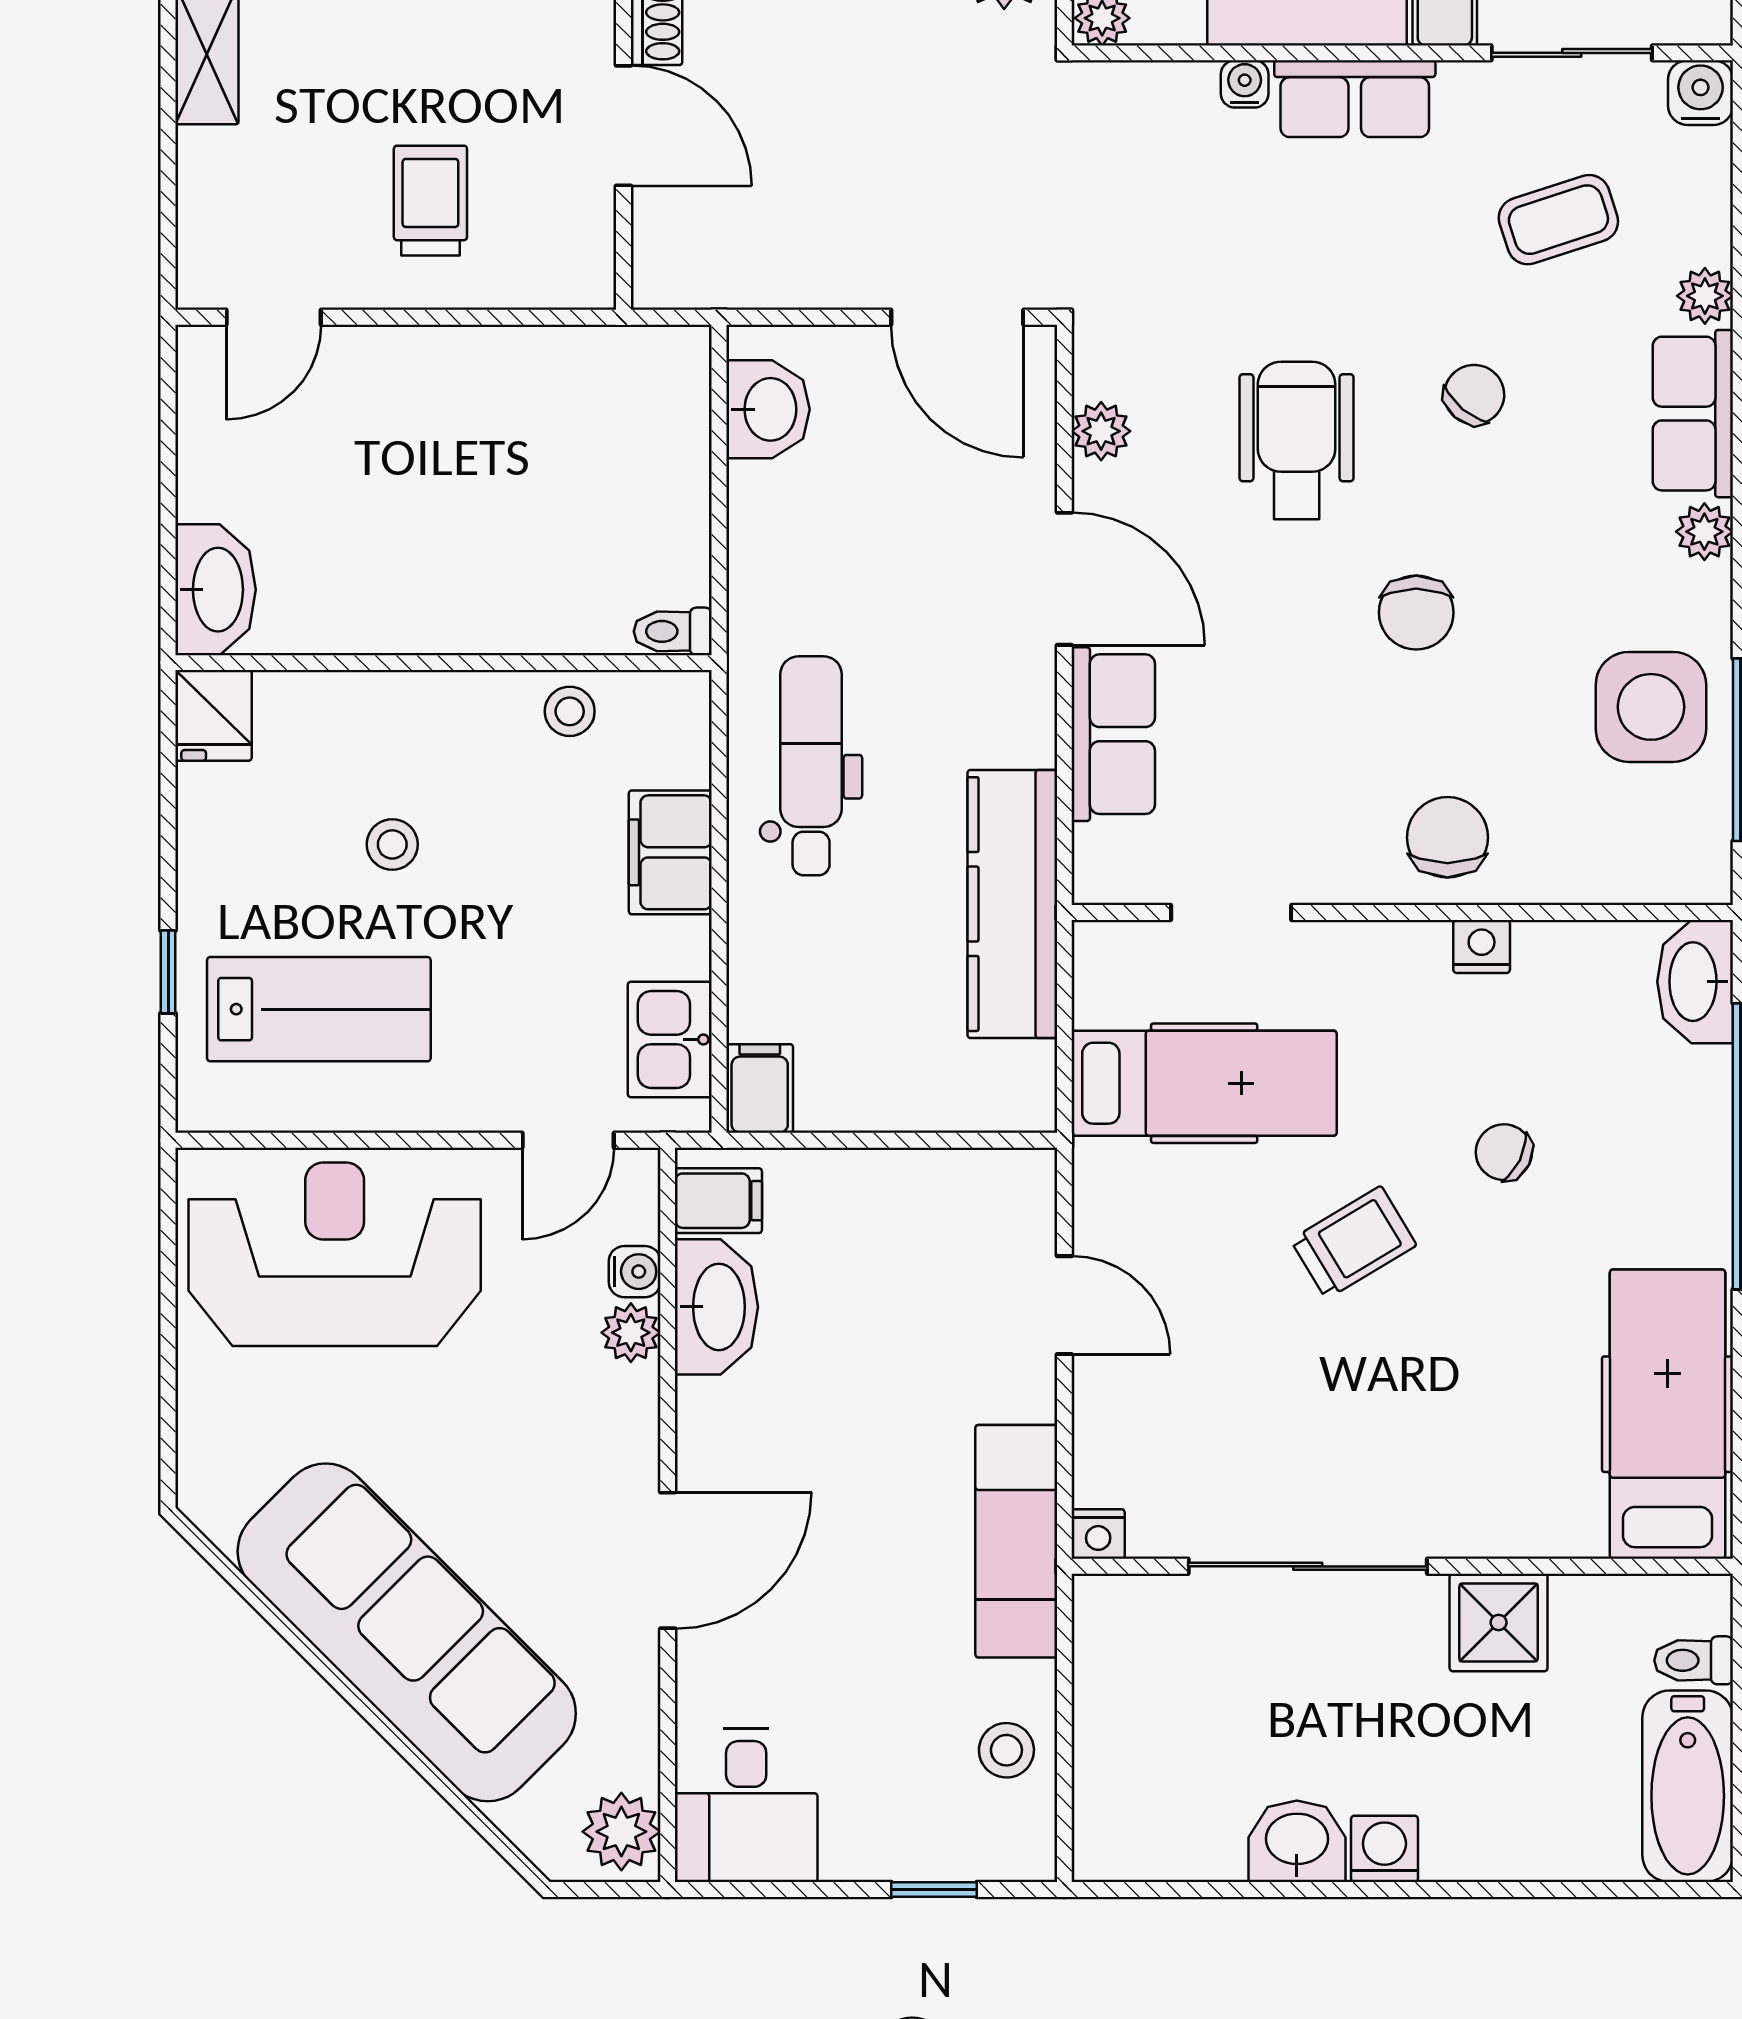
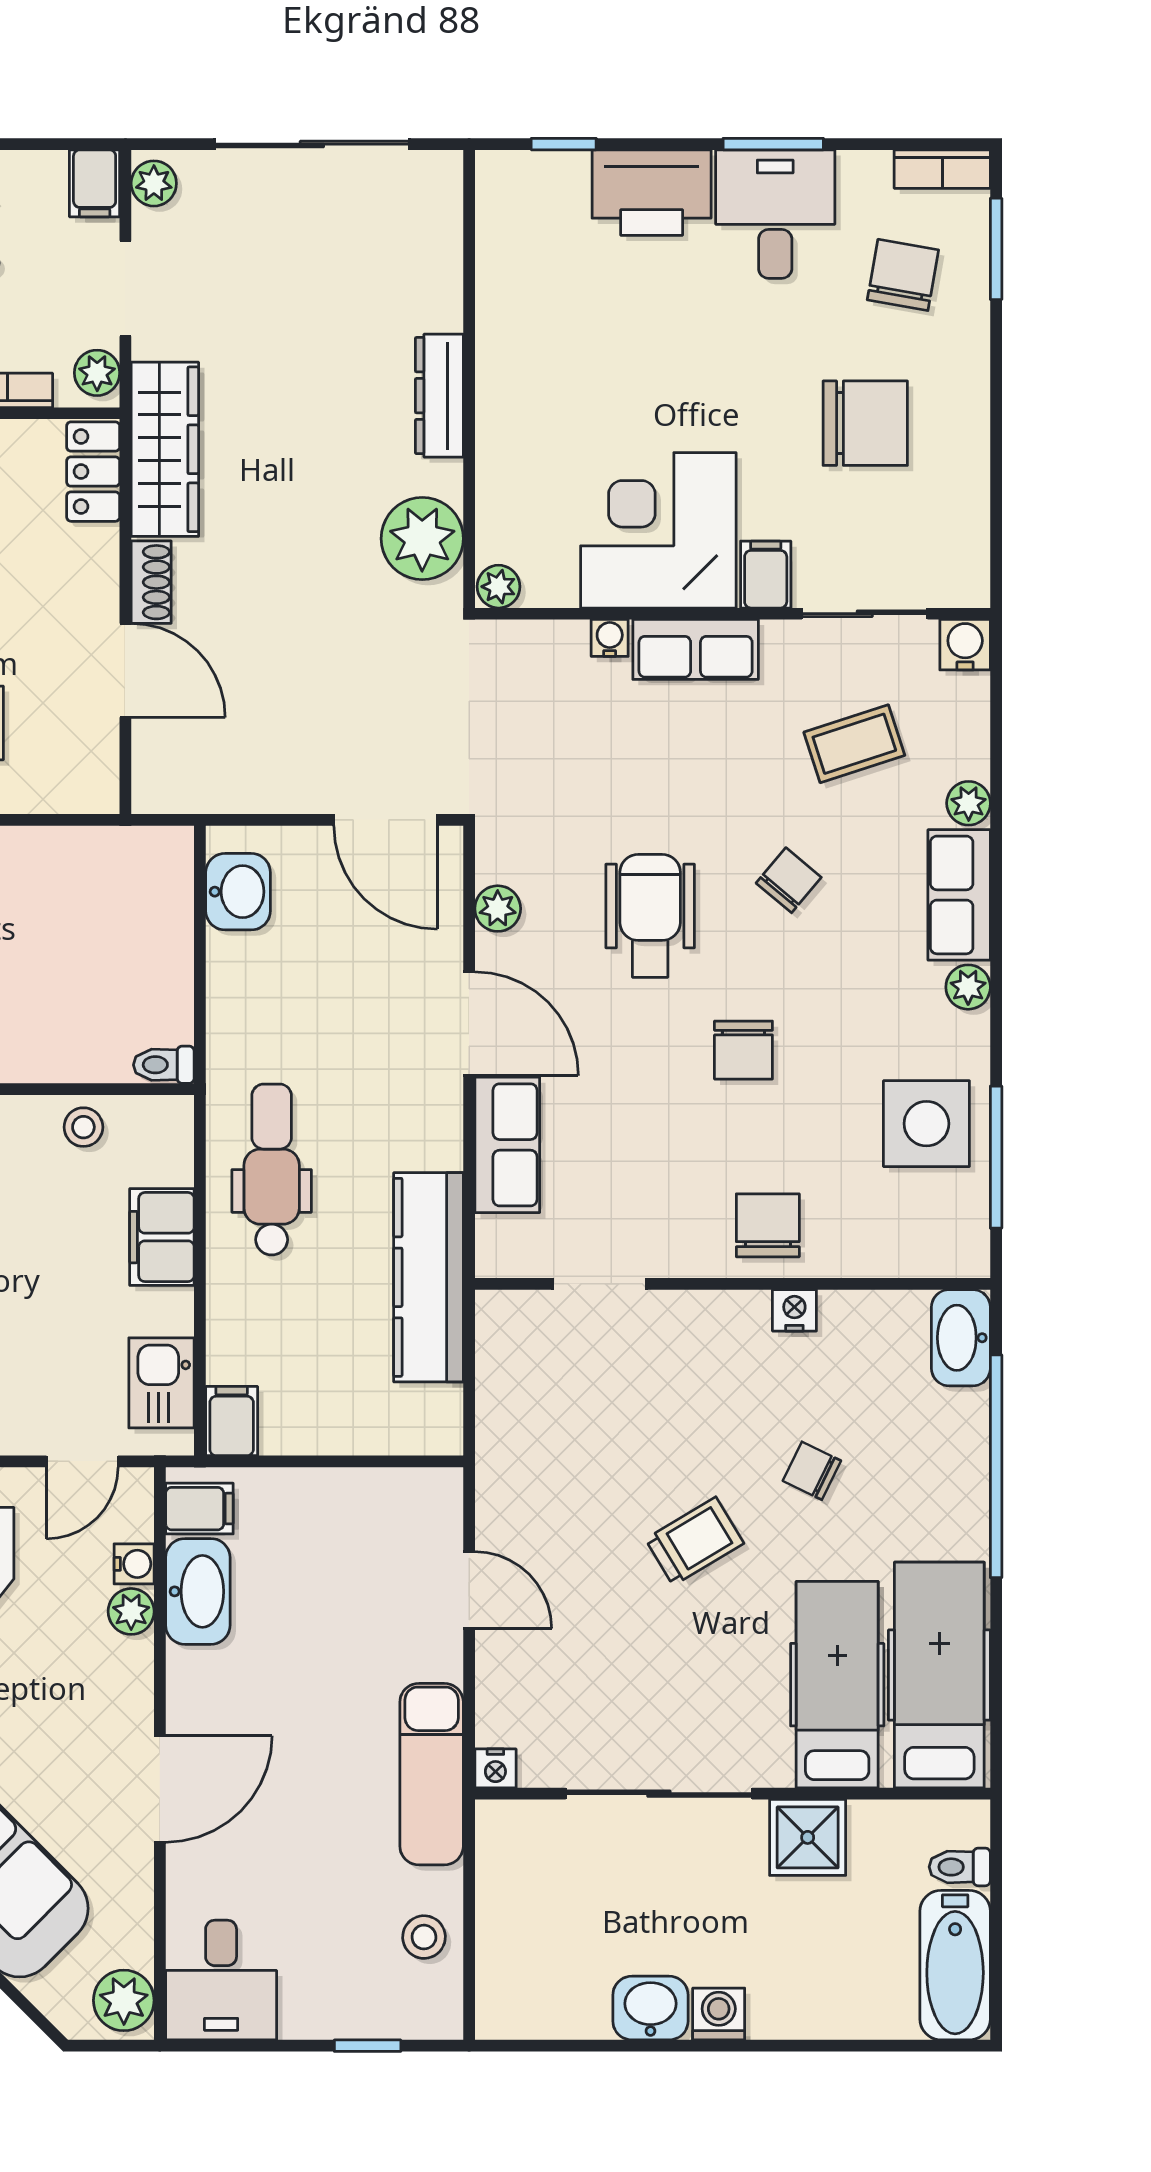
hospital bed: (1204, 1083) -> (837, 1685), moved, turned -90

